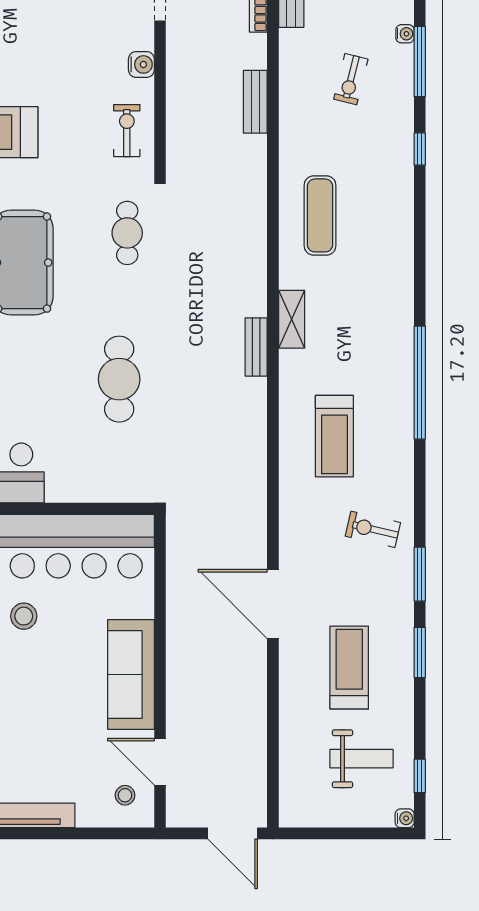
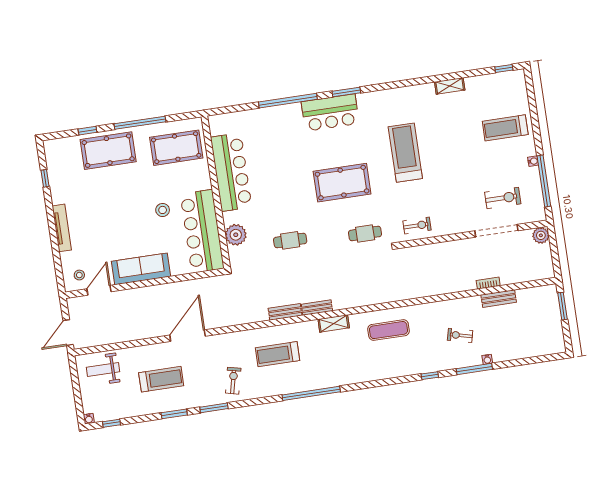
water cooler: (141, 64) -> (452, 228), removed
bench: (255, 102) -> (285, 312), moved
cafe table: (119, 379) -> (290, 240), width x0.73, depth x0.74
plant: (92, 482) -> (236, 235), added
weight bench: (362, 759) -> (103, 370), moved, turned 90

